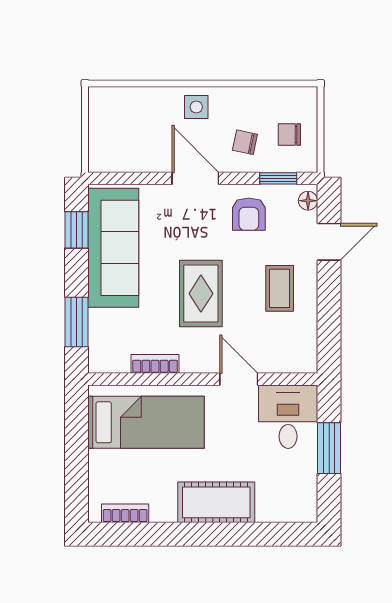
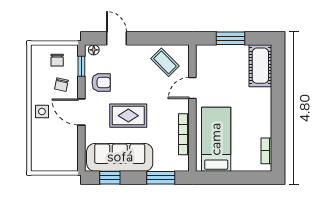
door: (195, 178) -> (81, 112), hinge flipped
coffee table: (280, 288) -> (165, 62), moved, turned 45
rug: (201, 294) -> (128, 116), moved
bookcase: (155, 364) -> (184, 134), width x1.56
desk: (288, 417) -> (213, 61), removed
cot: (216, 502) -> (260, 66), moved

